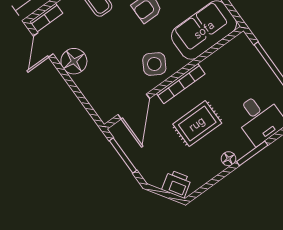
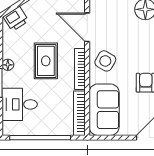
bookcase: (225, 52) -> (79, 113), added

